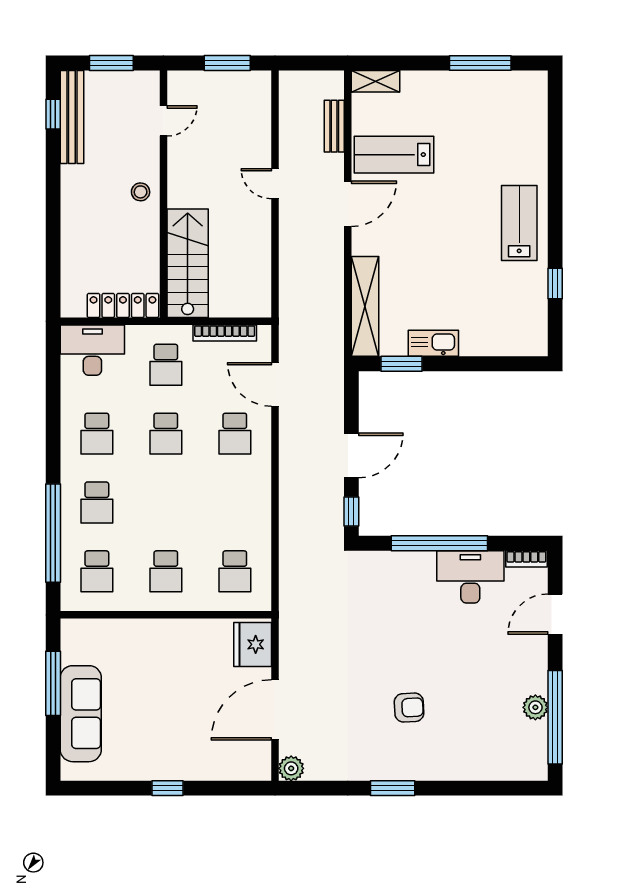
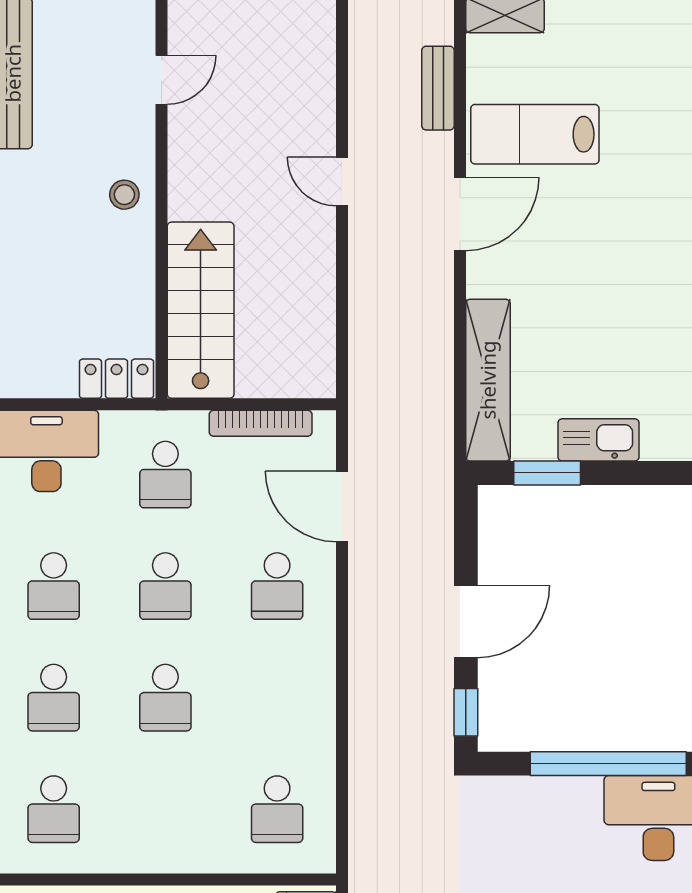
locker: (123, 305) -> (116, 379), width x0.66
school desk: (166, 571) -> (165, 698), moved

